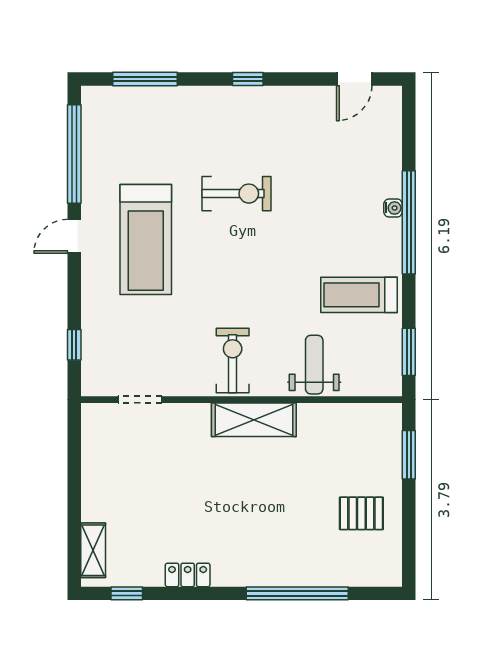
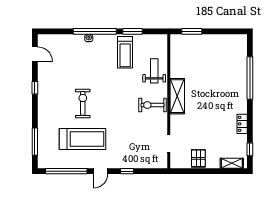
window: (248, 79) -> (35, 88), moved
door: (74, 236) -> (101, 171), hinge flipped
treadmill: (146, 240) -> (82, 139), moved
window: (74, 345) -> (127, 171), moved
window: (409, 352) -> (133, 31), moved
weight bench: (314, 365) -> (154, 71), turned 90
pallet: (361, 513) -> (198, 158), moved

